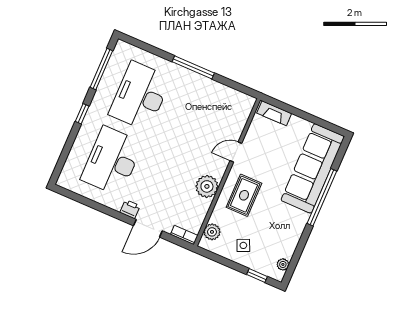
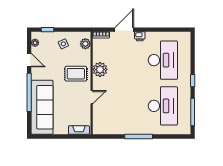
rug: (244, 195) -> (76, 74), turned 90
door: (302, 243) -> (29, 60), added

